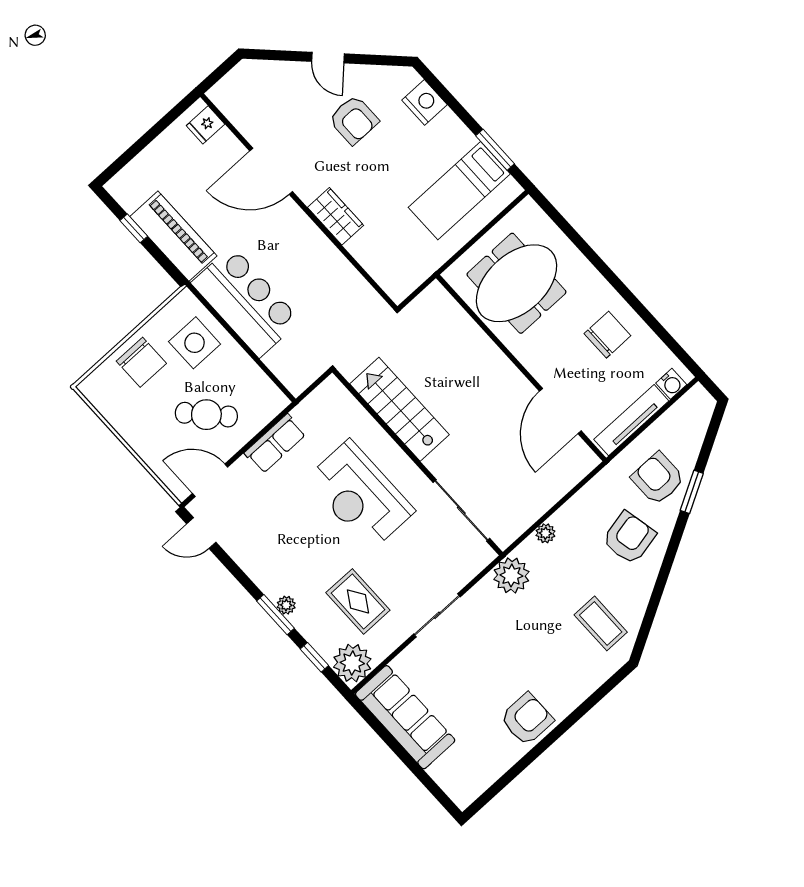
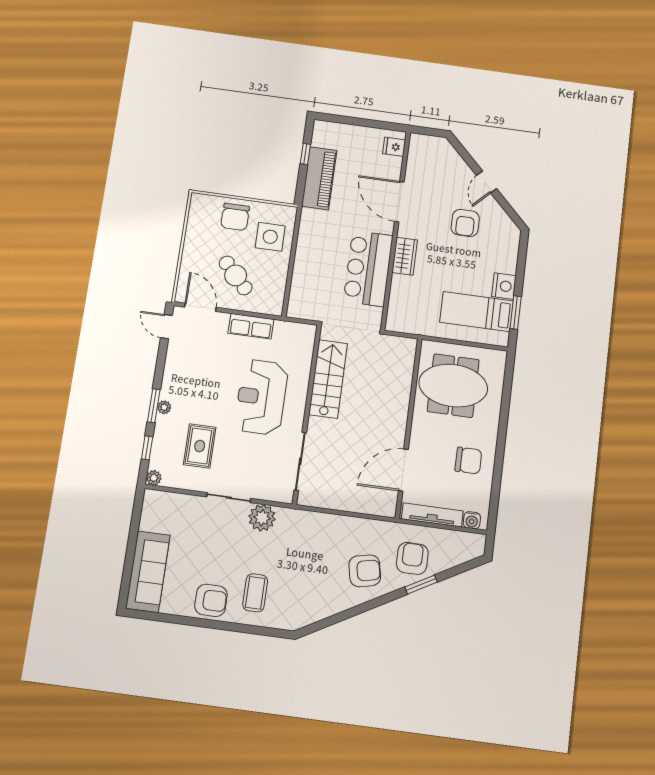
nightstand: (425, 102) -> (504, 286), moved
bar counter: (246, 302) -> (368, 268), moved, turned 180
plant: (545, 533) -> (327, 520), removed
plant: (511, 575) -> (262, 518), moved
coffee table: (601, 623) -> (255, 593), moved
plant: (352, 663) -> (154, 478), width x0.53, depth x0.53
sofa: (405, 717) -> (148, 572), moved

